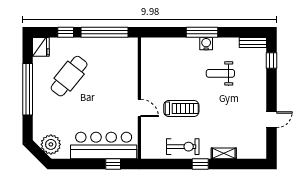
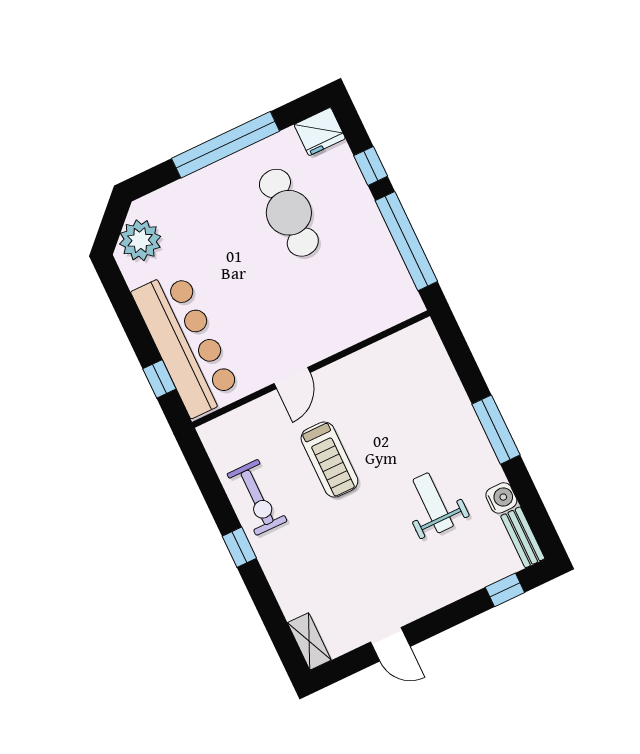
water cooler: (206, 44) -> (501, 498), moved
cafe table: (69, 76) -> (289, 213), turned 51
shelving: (224, 153) -> (309, 641), moved

